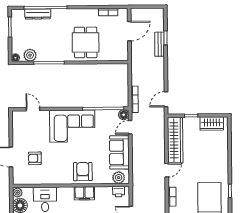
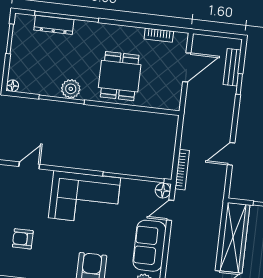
bench: (160, 44) -> (232, 67), moved
plant: (30, 55) -> (71, 89), moved
door: (166, 99) -> (231, 154), moved
door: (33, 109) -> (29, 165), hinge flipped

